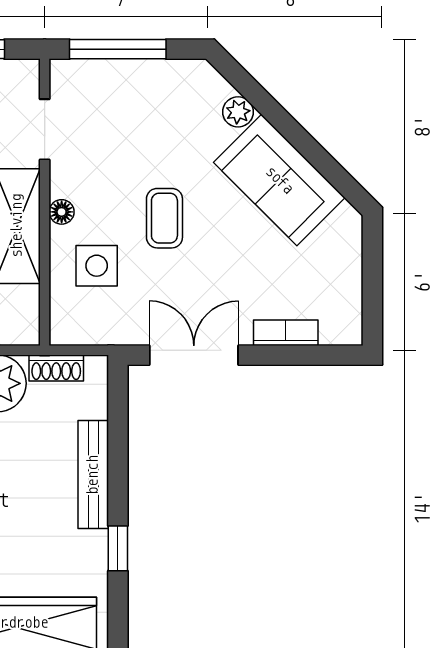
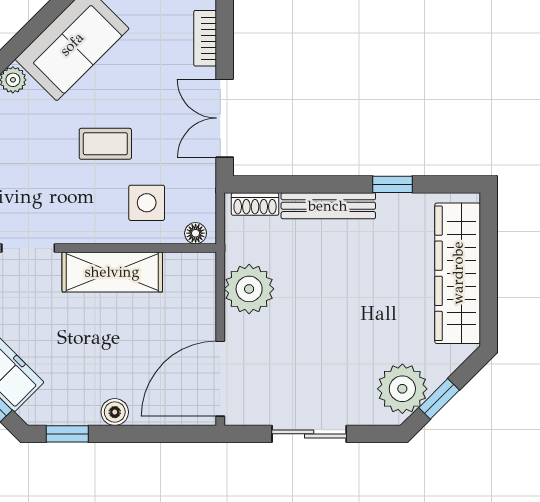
floor lamp: (62, 212) -> (196, 233), moved
shoe rack: (56, 368) -> (255, 204), moved, turned 90

